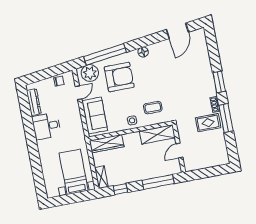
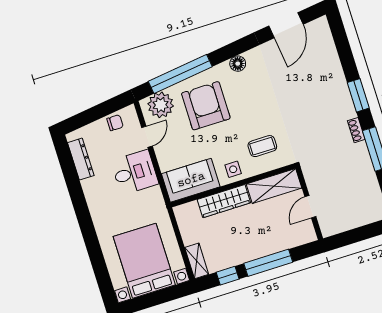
armchair: (119, 77) -> (206, 106), turned -90
sofa: (95, 116) -> (191, 180), moved, turned -90
rug: (208, 123) -> (349, 159), removed
desk: (46, 126) -> (135, 172), moved, turned 180
wardrobe: (107, 144) -> (224, 201), moved
bed with nightstands: (74, 172) -> (144, 261), width x1.36
window: (158, 182) -> (268, 263), moved

